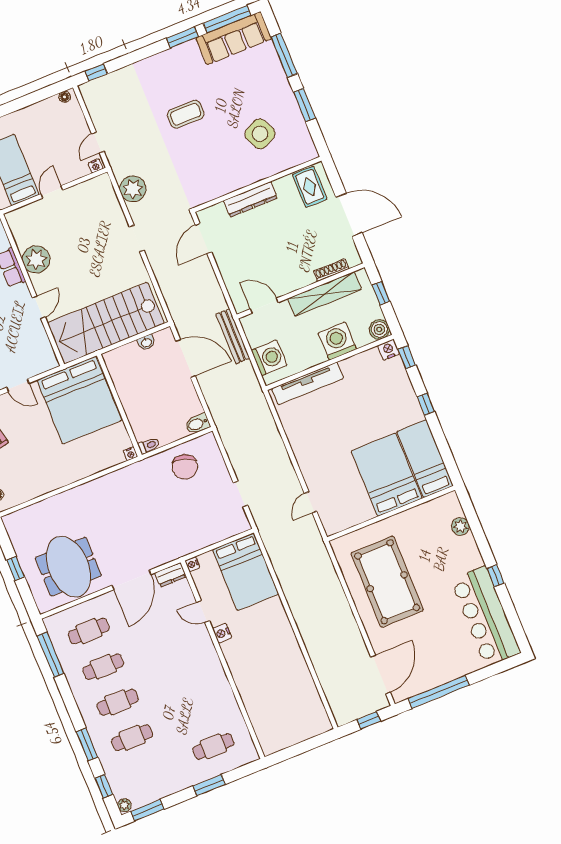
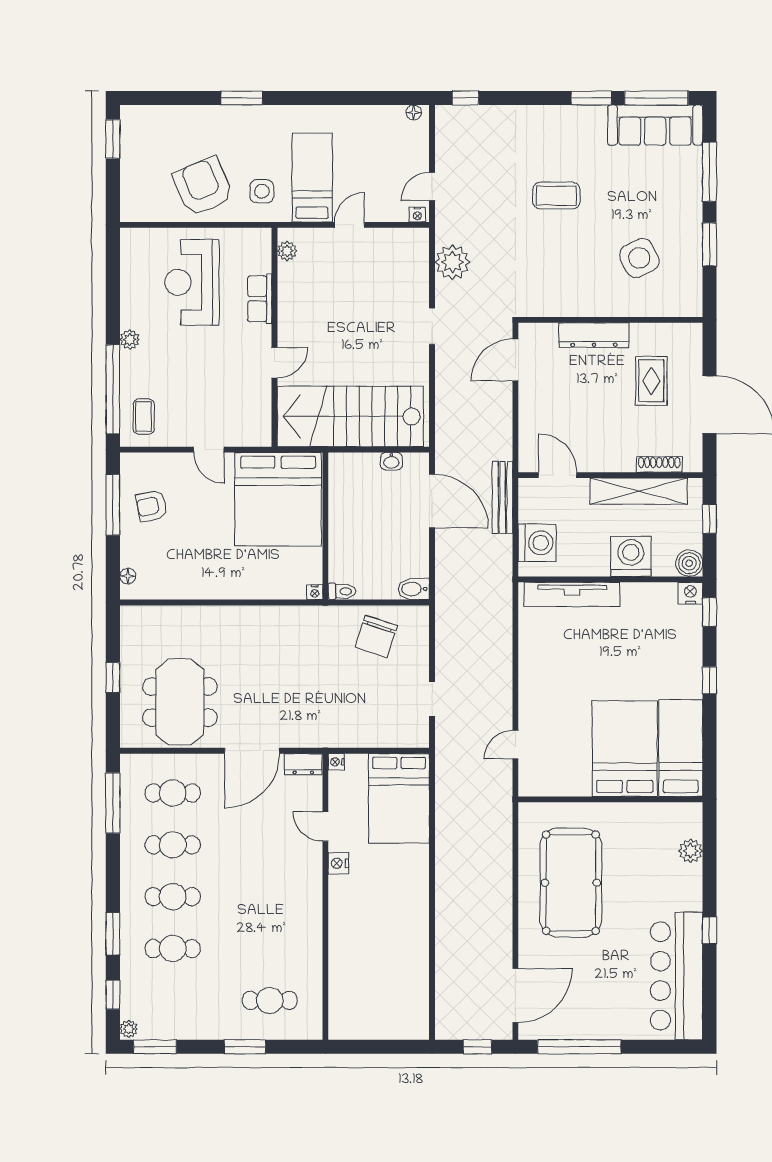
rug: (310, 187) -> (651, 381), moved
plant: (36, 259) -> (287, 251), moved, width x0.53, depth x0.53

